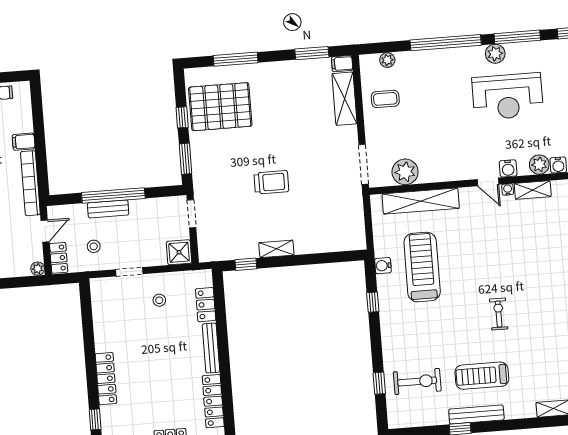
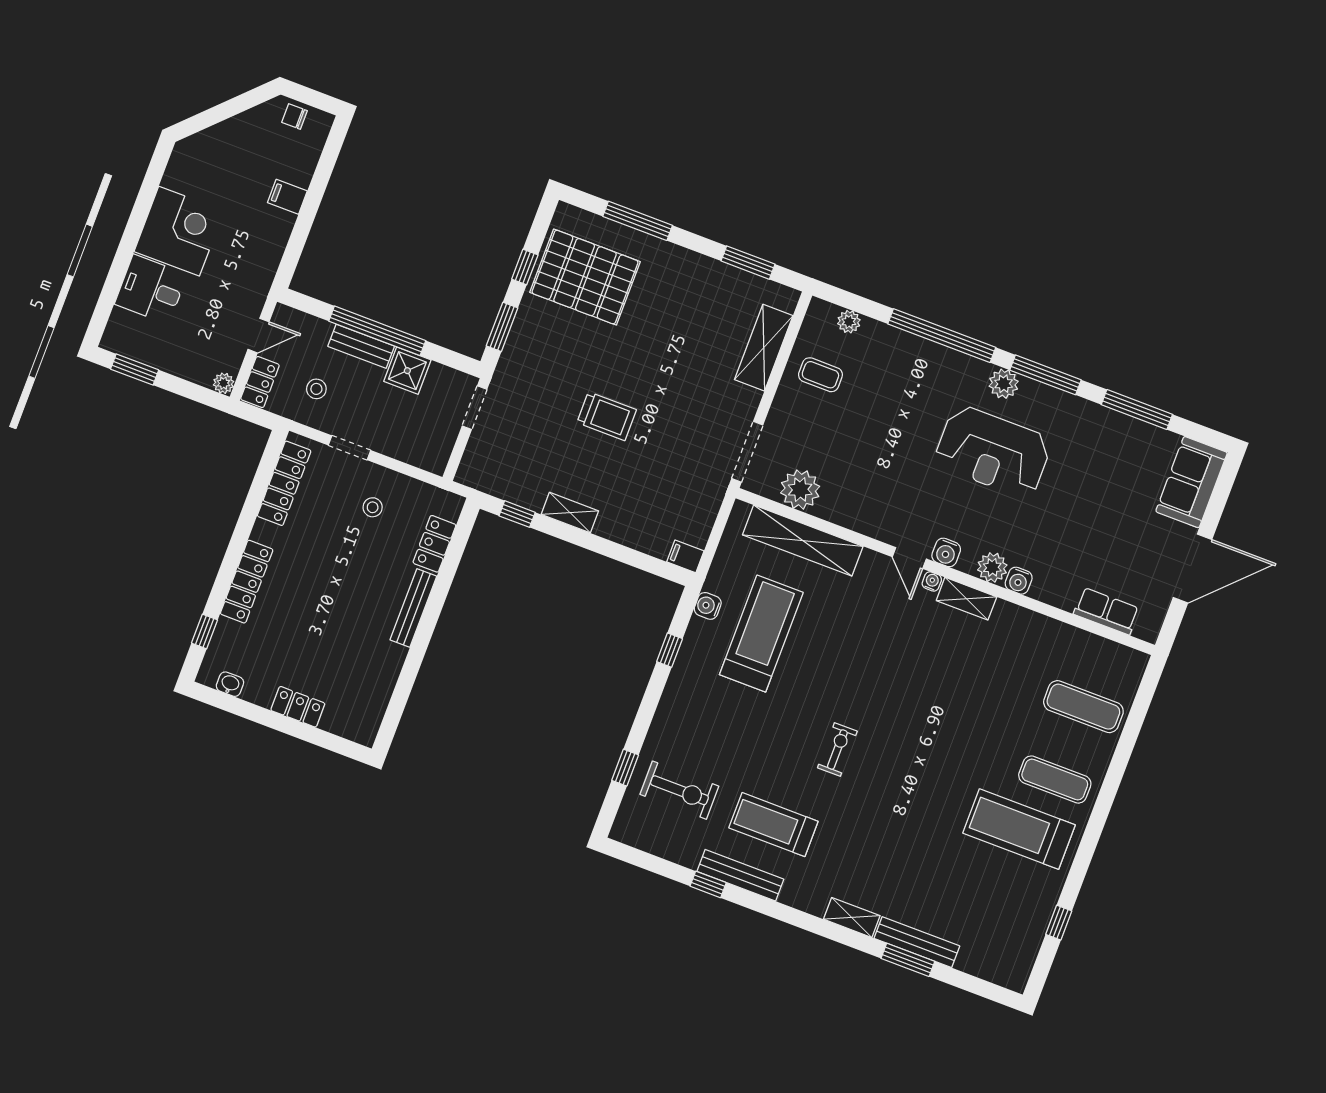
filing cabinet: (342, 64) -> (685, 556), moved
bookcase: (30, 183) -> (270, 259), removed
shower: (179, 252) -> (407, 371), moved
locker: (213, 401) -> (284, 483), moved, turned 180

